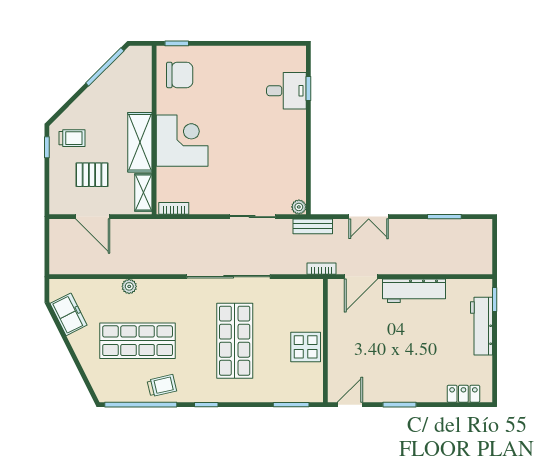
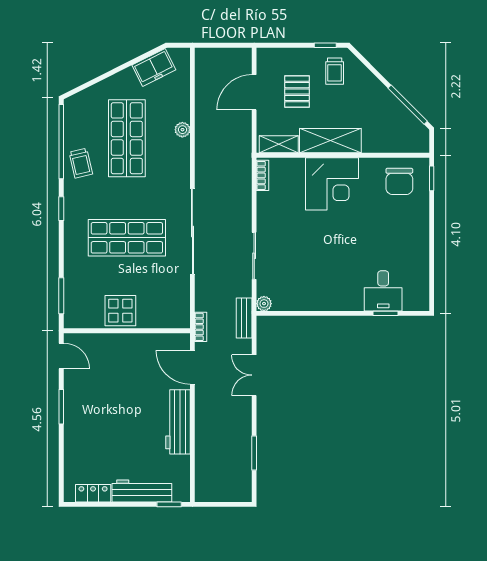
locker: (463, 394) -> (93, 493), moved, turned -90

